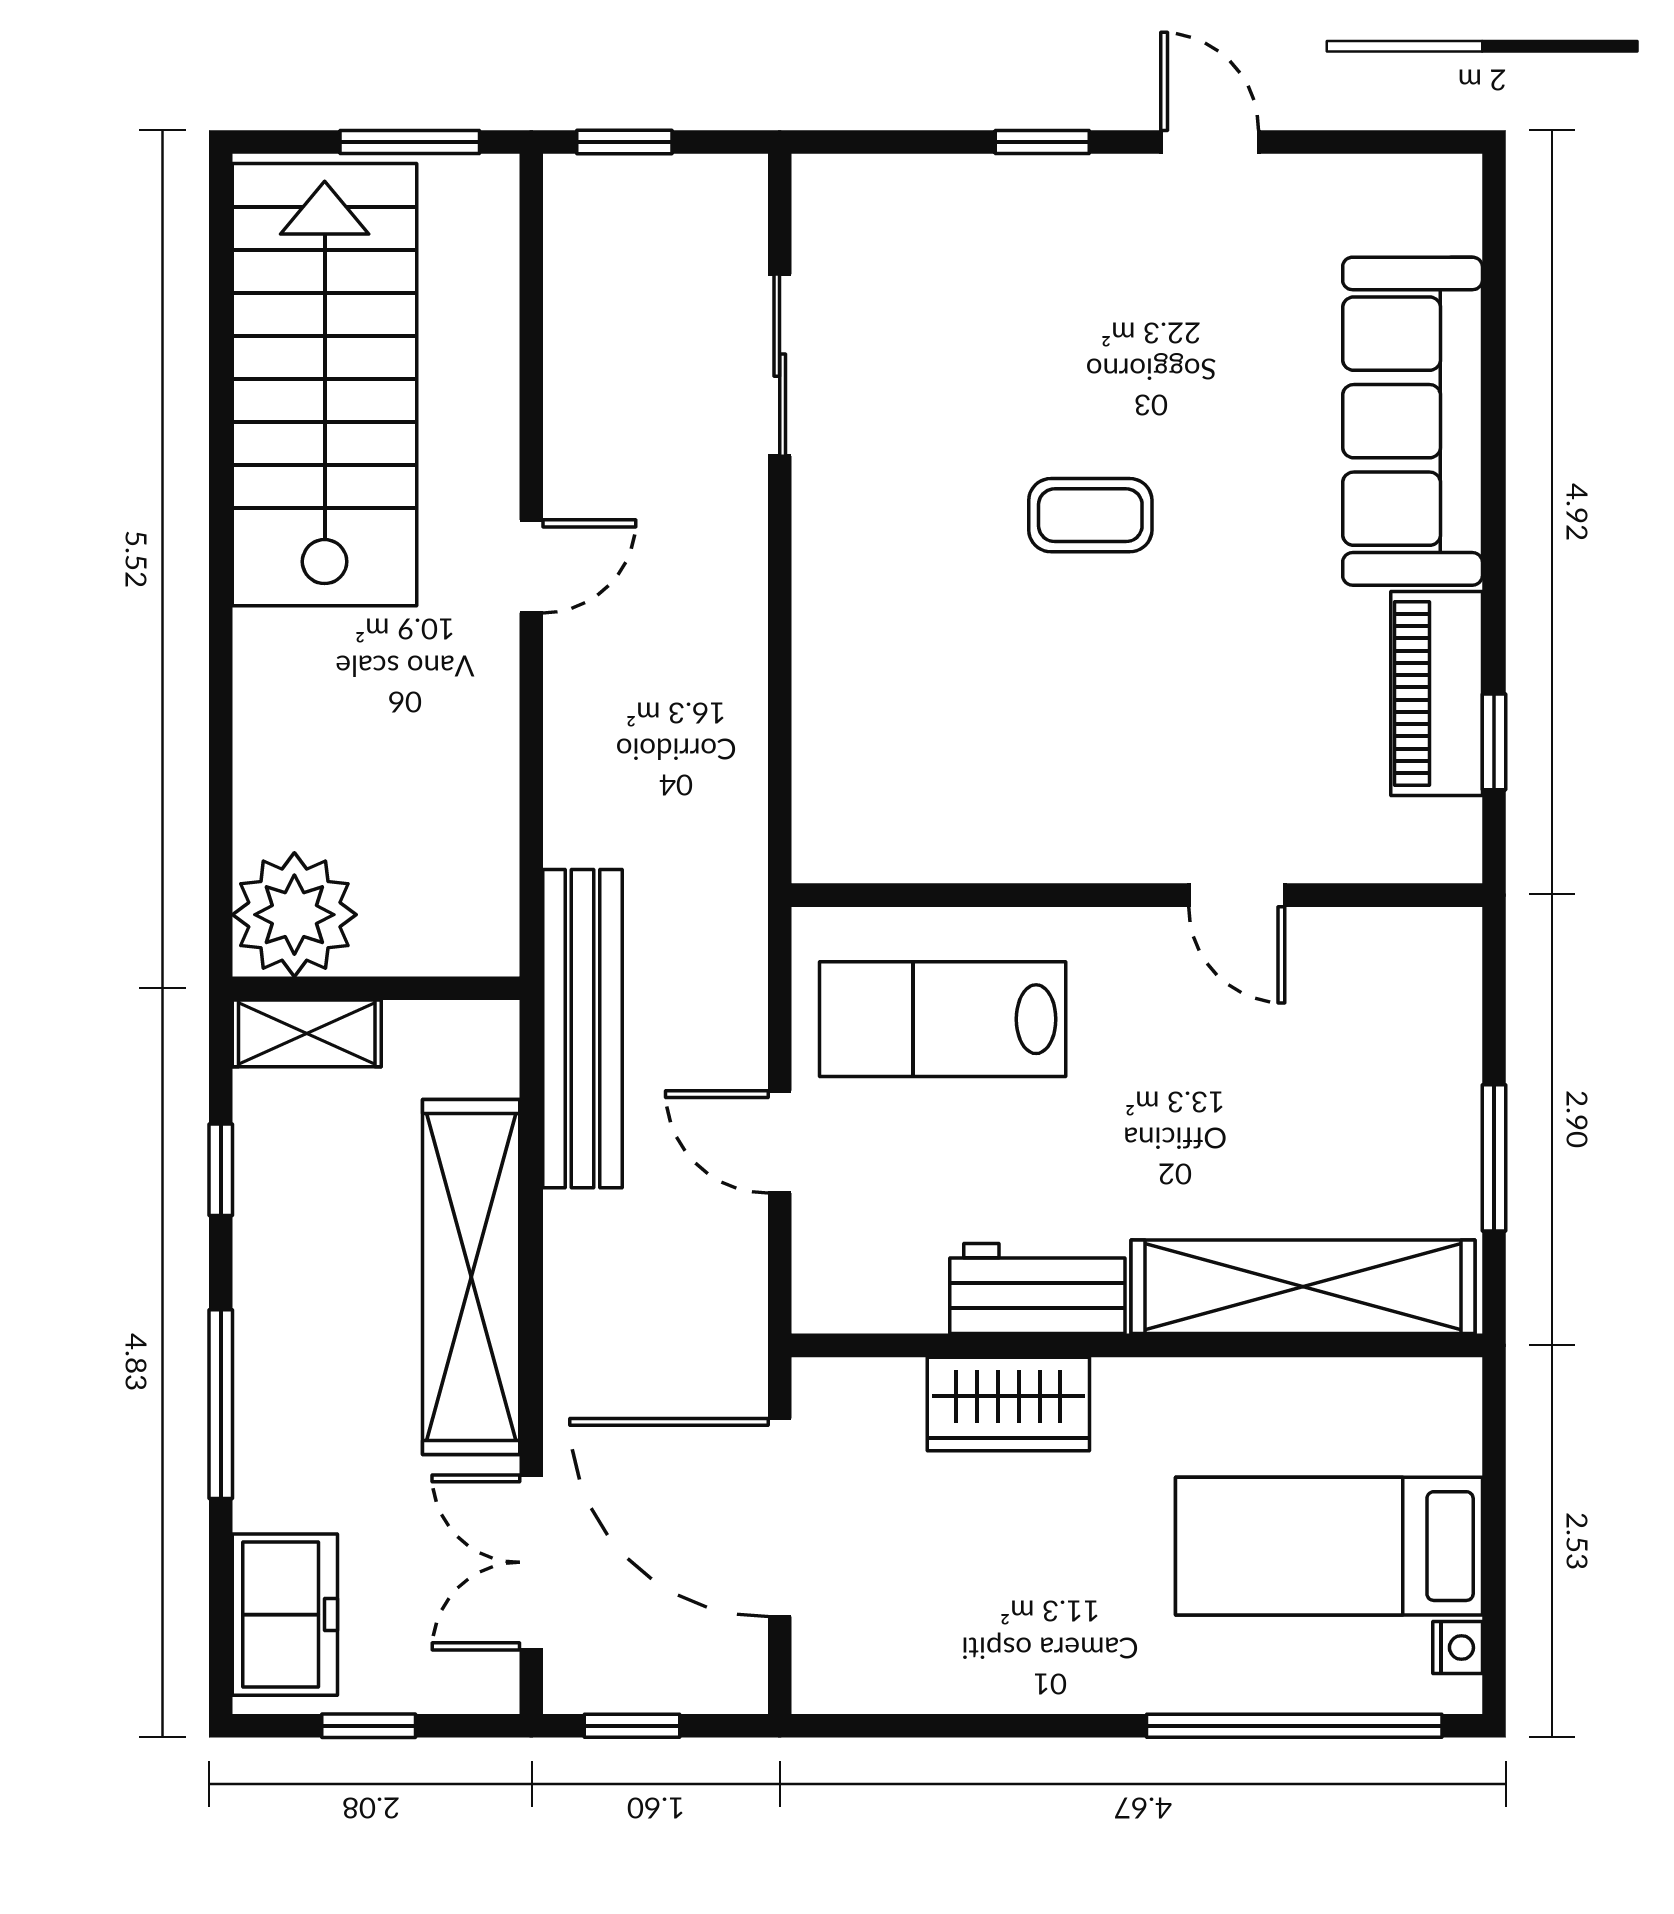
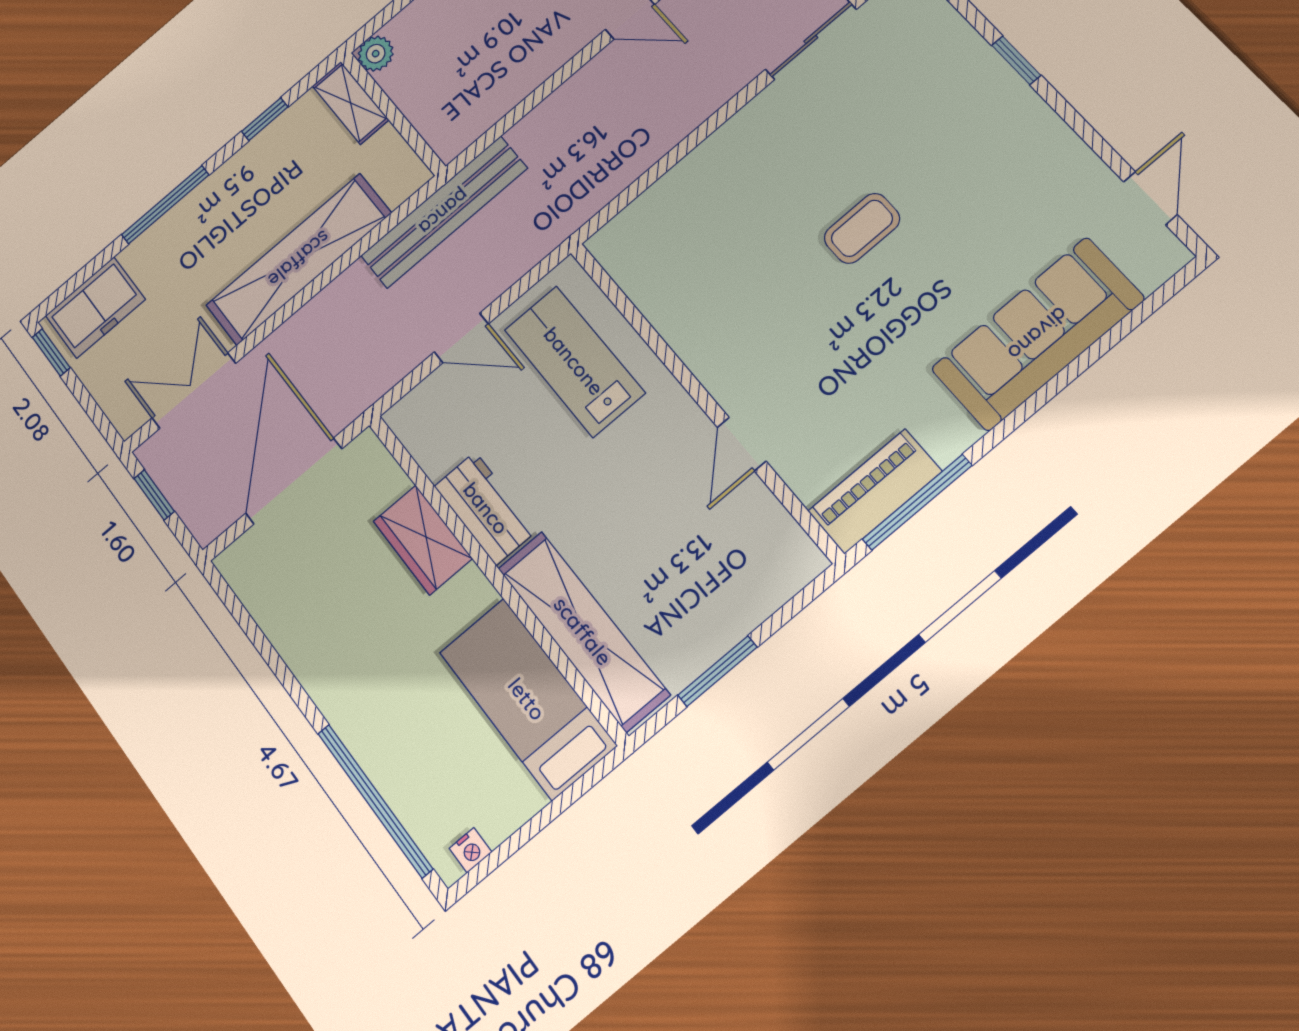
door: (1210, 142) -> (1150, 198), moved
coffee table: (1090, 515) -> (862, 228), turned 90
piano: (1437, 694) -> (875, 491), moved
window: (1494, 742) -> (917, 502), width x2.17
plant: (294, 915) -> (376, 54), width x0.53, depth x0.53
door: (780, 1142) -> (461, 338), swing flipped
bed: (1329, 1546) -> (527, 699), moved
window: (369, 1726) -> (51, 352), moved

